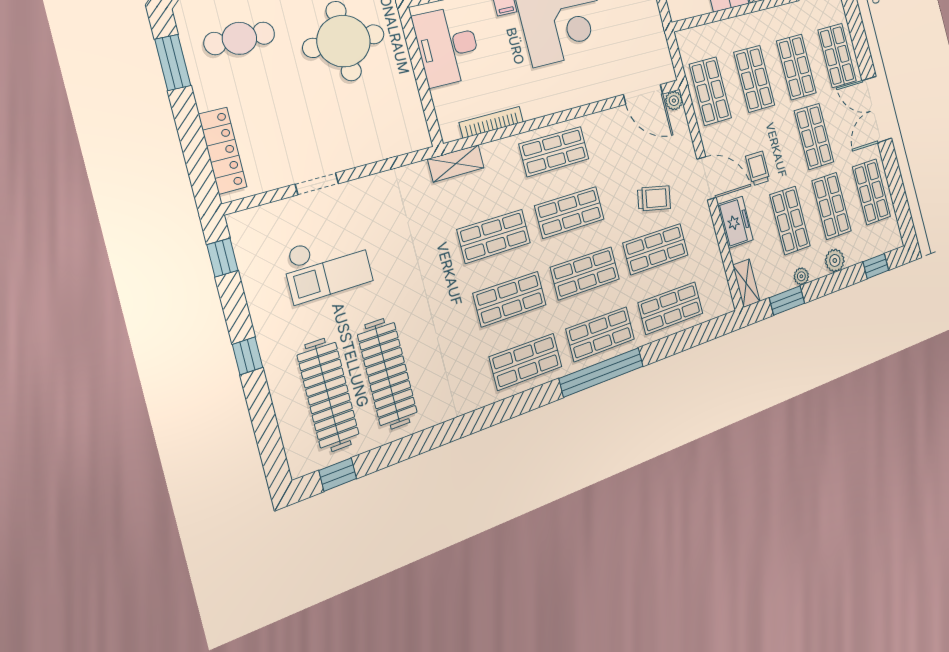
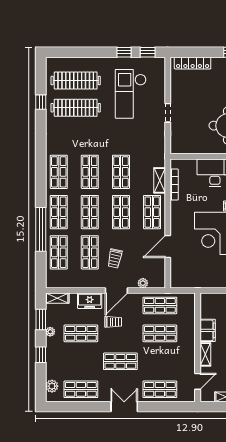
shop shelf: (796, 67) -> (160, 361), removed
door: (643, 94) -> (168, 247), moved
plant: (674, 101) -> (143, 283), moved
double door: (877, 109) -> (124, 407), width x0.73
shelving: (456, 163) -> (160, 180), moved
doorway: (317, 184) -> (168, 113), moved
shop shelf: (832, 206) -> (81, 361), removed
plant: (835, 260) -> (52, 386), moved
checkout: (327, 266) -> (131, 94), width x1.36, depth x1.21
window: (876, 266) -> (41, 355), moved
window: (248, 356) -> (124, 52), moved
window: (602, 372) -> (41, 229), moved
window: (338, 475) -> (41, 102), moved

